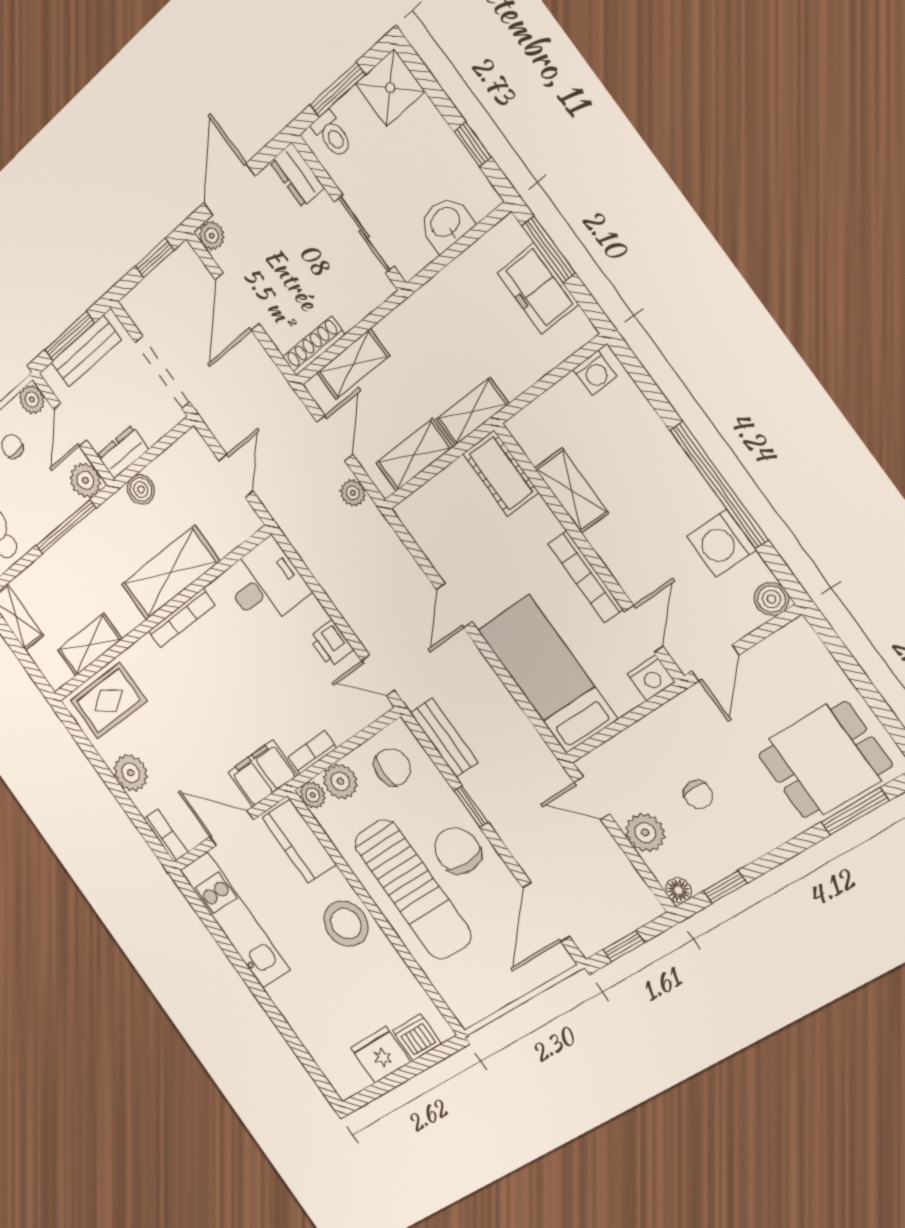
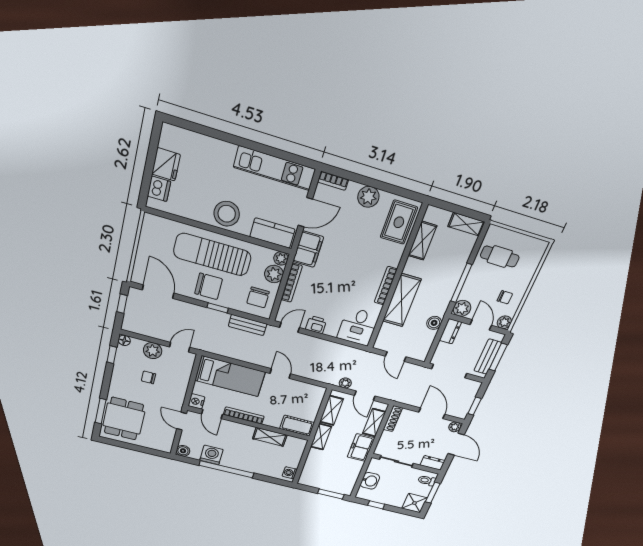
freezer: (538, 288) -> (361, 448), moved, turned -90
bookcase: (312, 752) -> (292, 283), width x1.56

